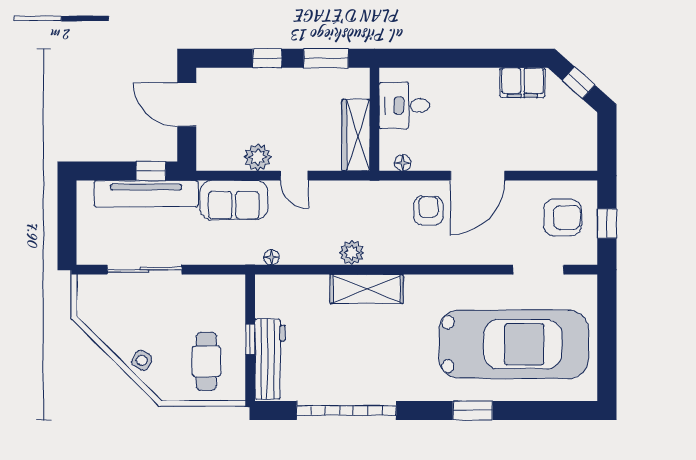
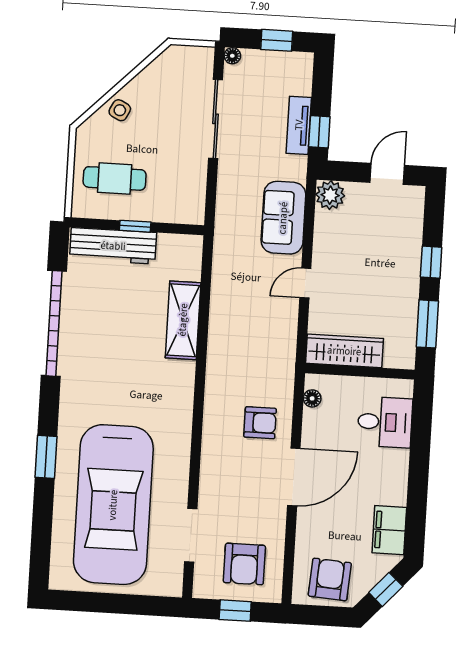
door: (187, 105) -> (387, 174), width x0.73
desk: (404, 106) -> (385, 422), moved, turned 90
armchair: (572, 136) -> (330, 579), added
plant: (258, 157) -> (330, 195), moved
door: (478, 176) -> (294, 477), swing flipped
tv unit: (146, 194) -> (299, 125), width x0.52, depth x0.78
window: (67, 216) -> (277, 40), added
plant: (352, 253) -> (220, 339), removed
floor lamp: (271, 257) -> (232, 56), moved
shelving: (367, 289) -> (183, 320), moved

